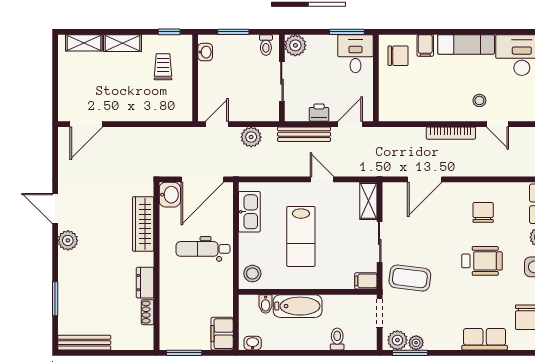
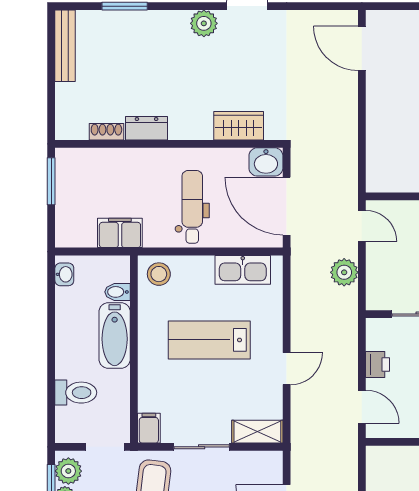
bench: (304, 134) -> (348, 344), removed
wardrobe: (143, 224) -> (239, 126), width x0.67
filing cabinet: (222, 334) -> (120, 233), moved
toilet: (337, 339) -> (76, 393), width x1.37, depth x1.39

